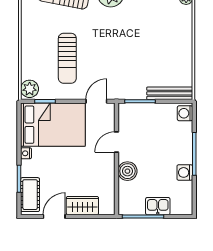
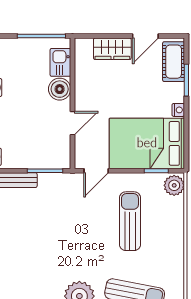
kitchen sink: (158, 206) -> (60, 62), moved, turned 90

